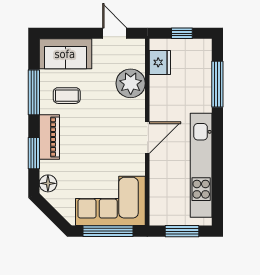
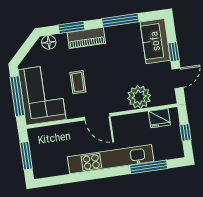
window: (82, 33) -> (174, 52), added
coffee table: (67, 96) -> (78, 82), moved
kitchen unit: (201, 165) -> (111, 159), moved

